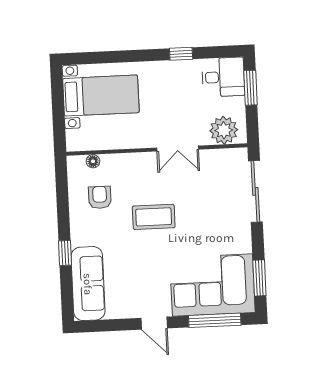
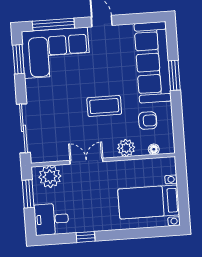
window: (250, 88) -> (28, 194), moved
plant: (128, 164) -> (126, 148), added
armchair: (100, 197) -> (148, 121), turned -90
window: (65, 253) -> (174, 75), width x1.50
sofa: (88, 284) -> (153, 62), width x1.36, depth x1.27

